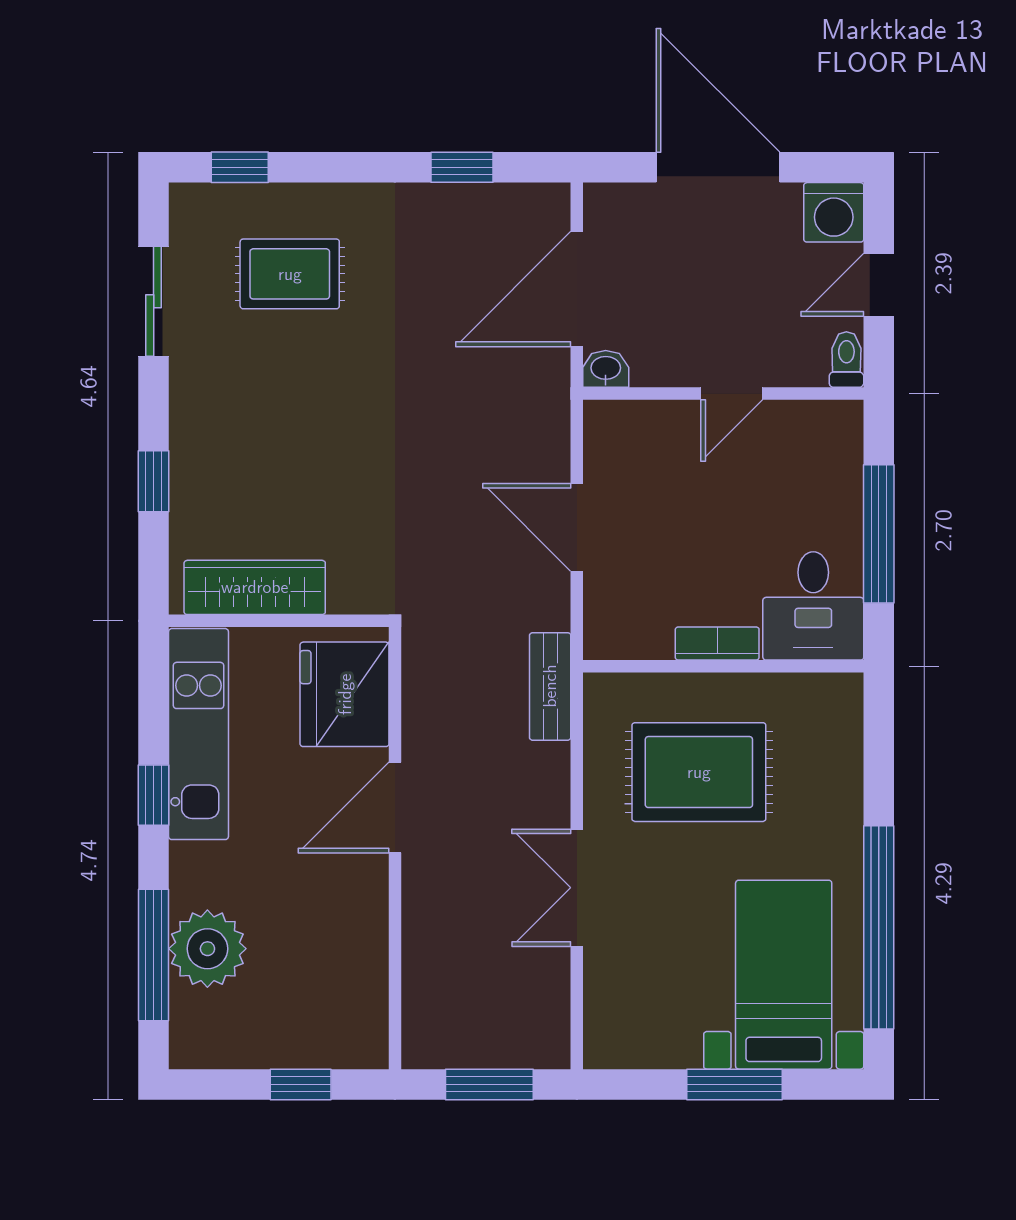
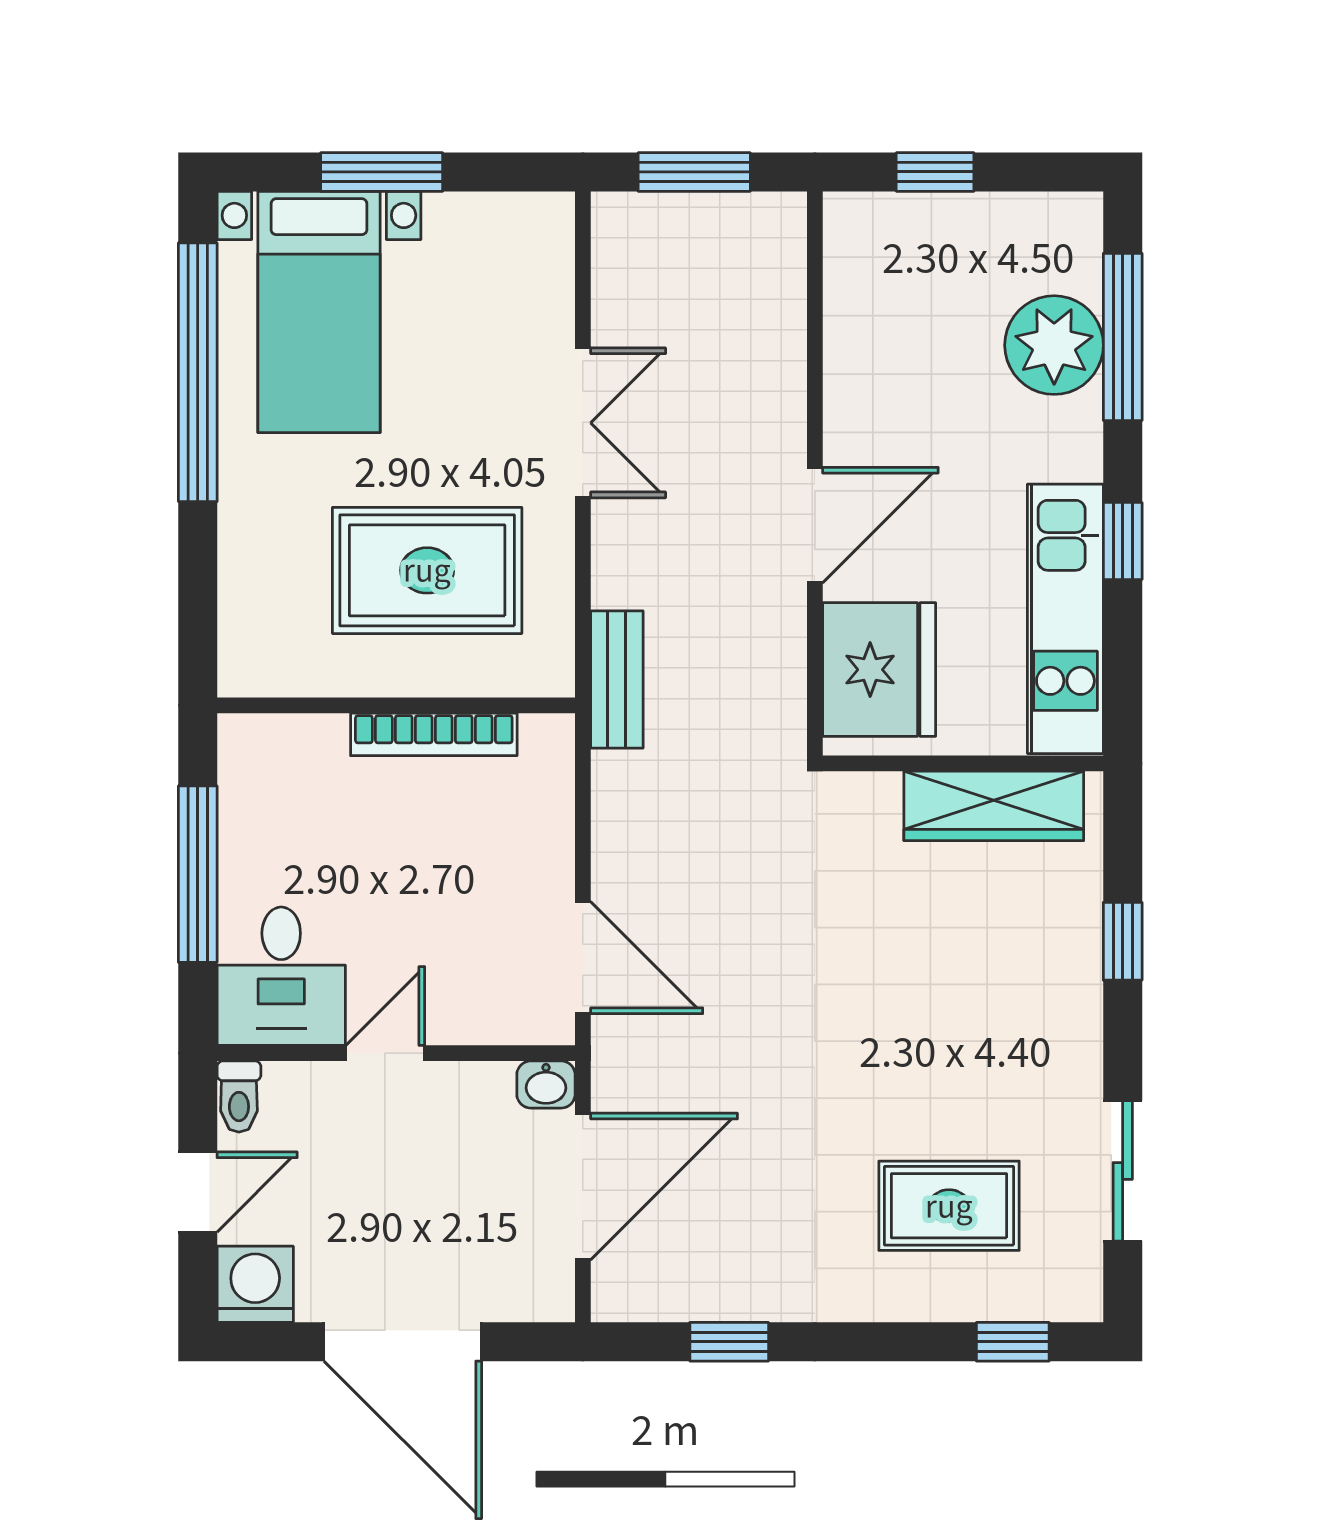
door: (577, 527) -> (583, 958), moved
desk: (813, 606) -> (281, 976), moved, turned 180
bookcase: (717, 643) -> (434, 734), width x1.56

